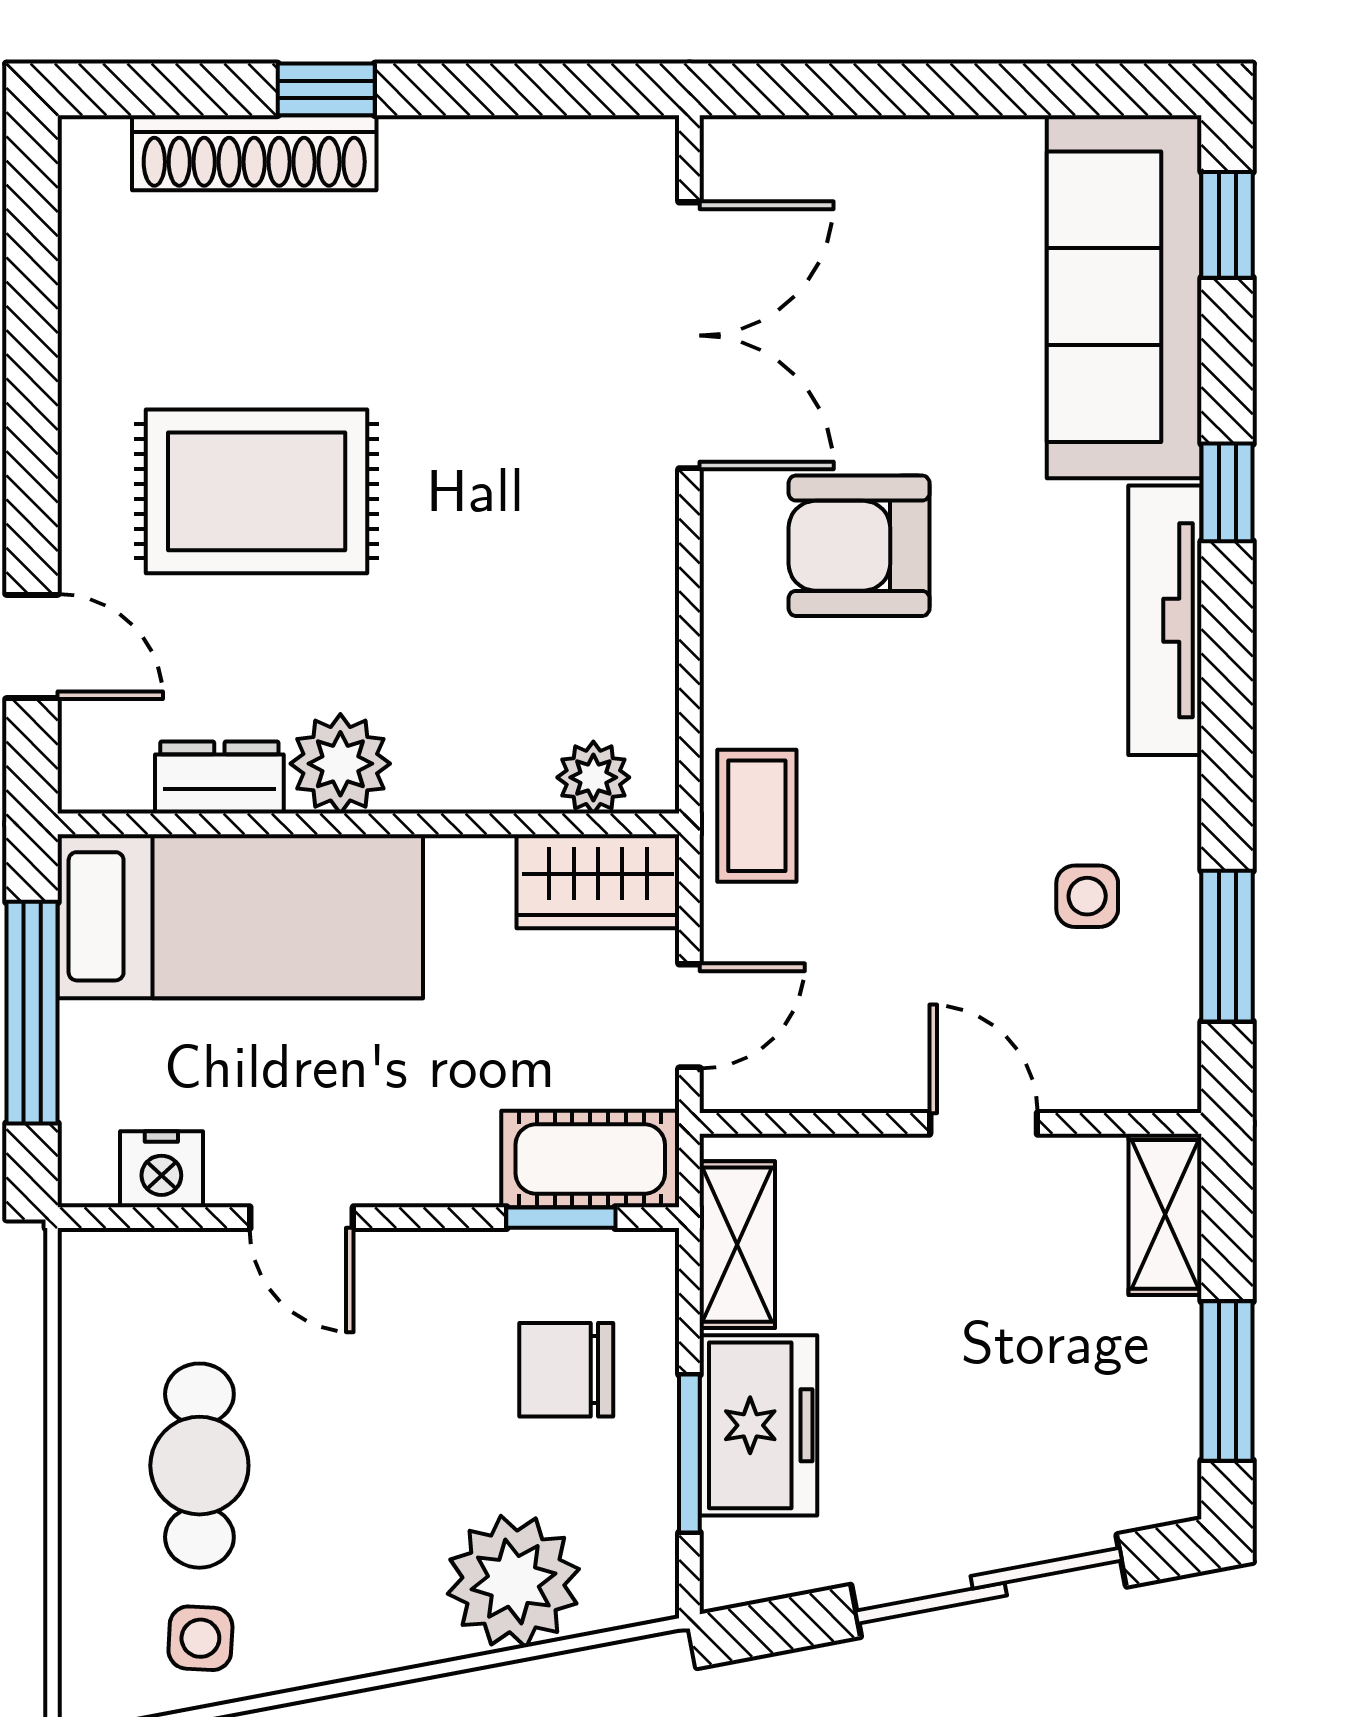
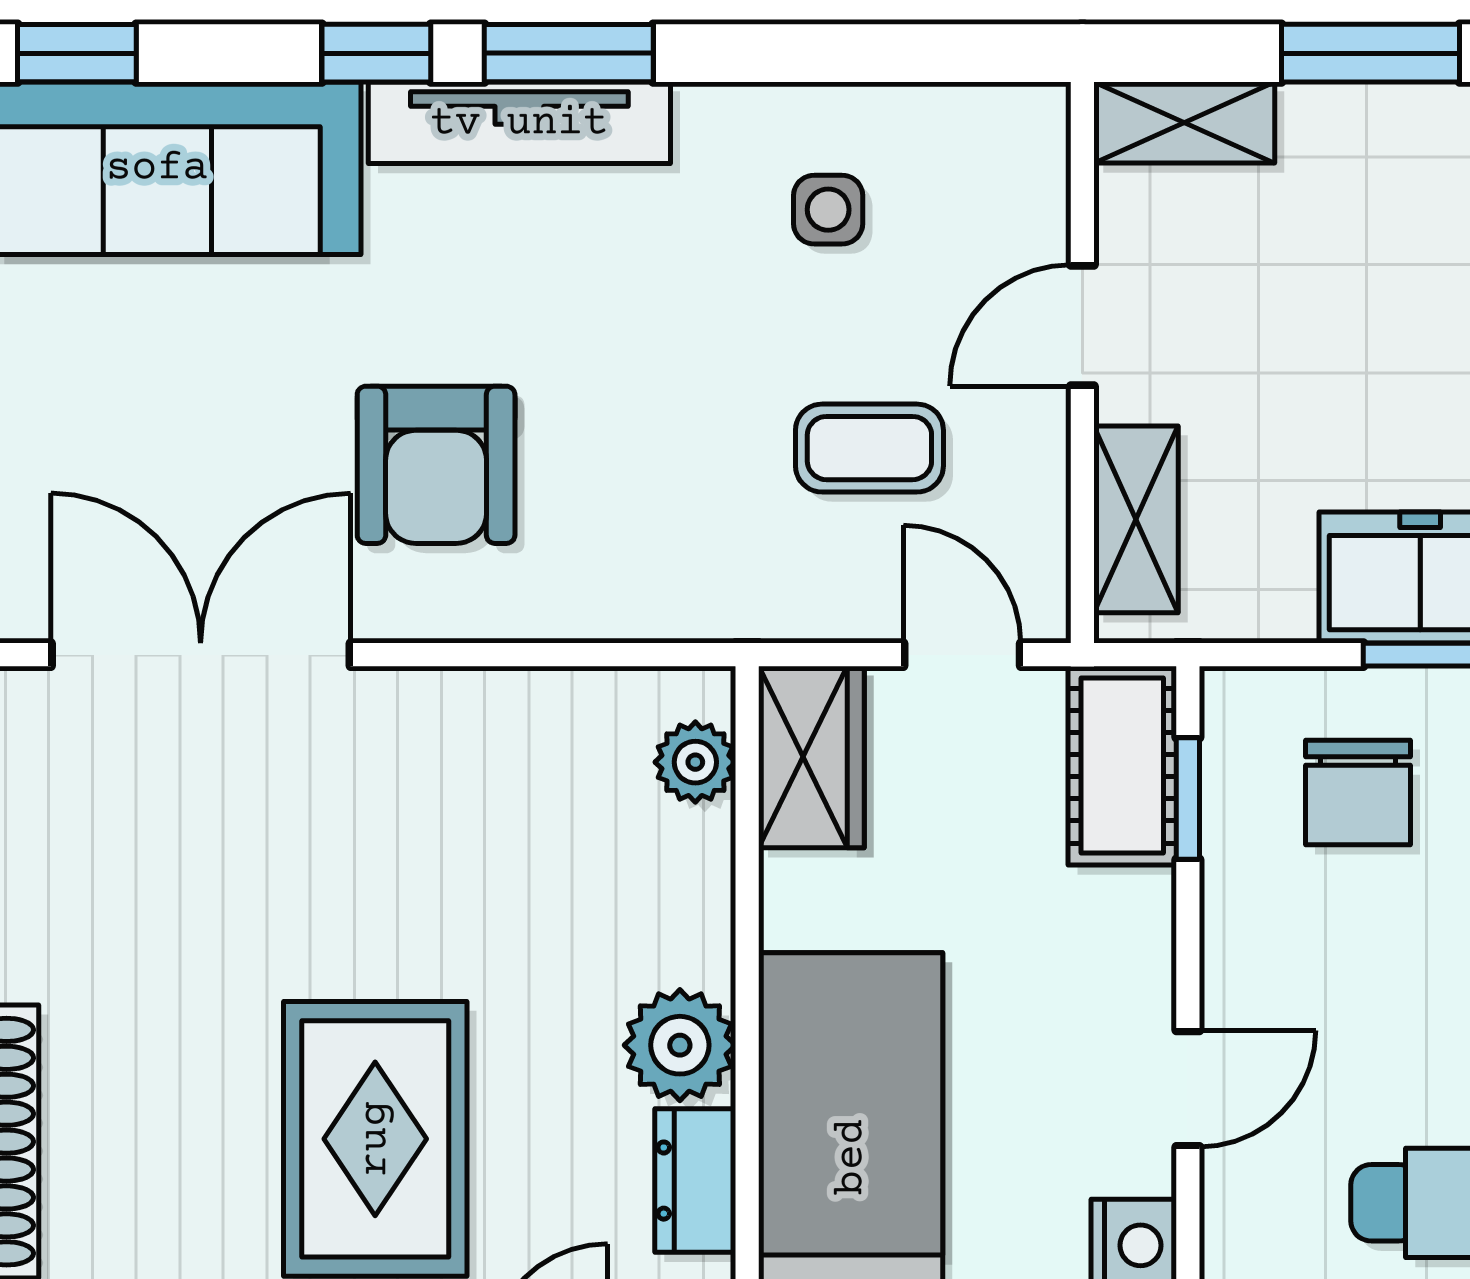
coffee table: (757, 816) -> (869, 448), moved
window: (1227, 946) -> (569, 53), moved
shelving: (737, 1245) -> (1136, 519), moved, turned 90

